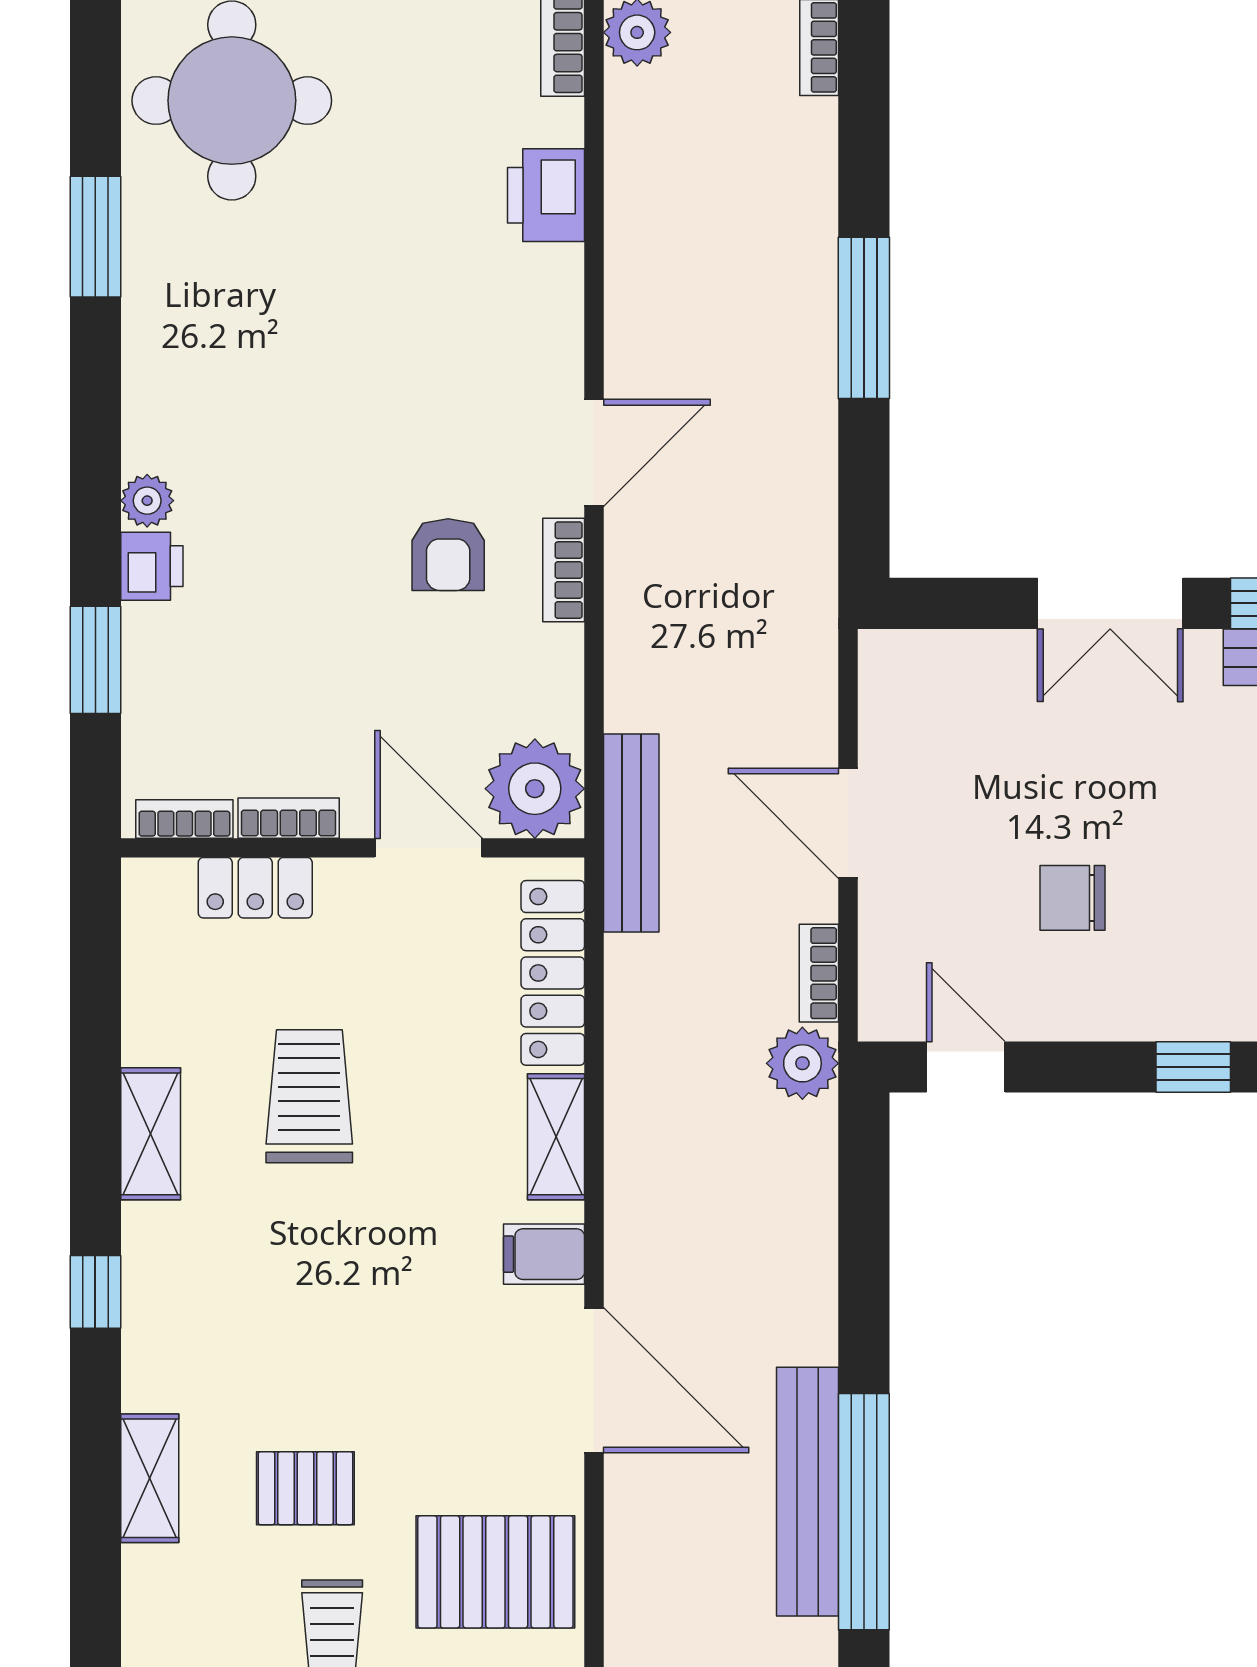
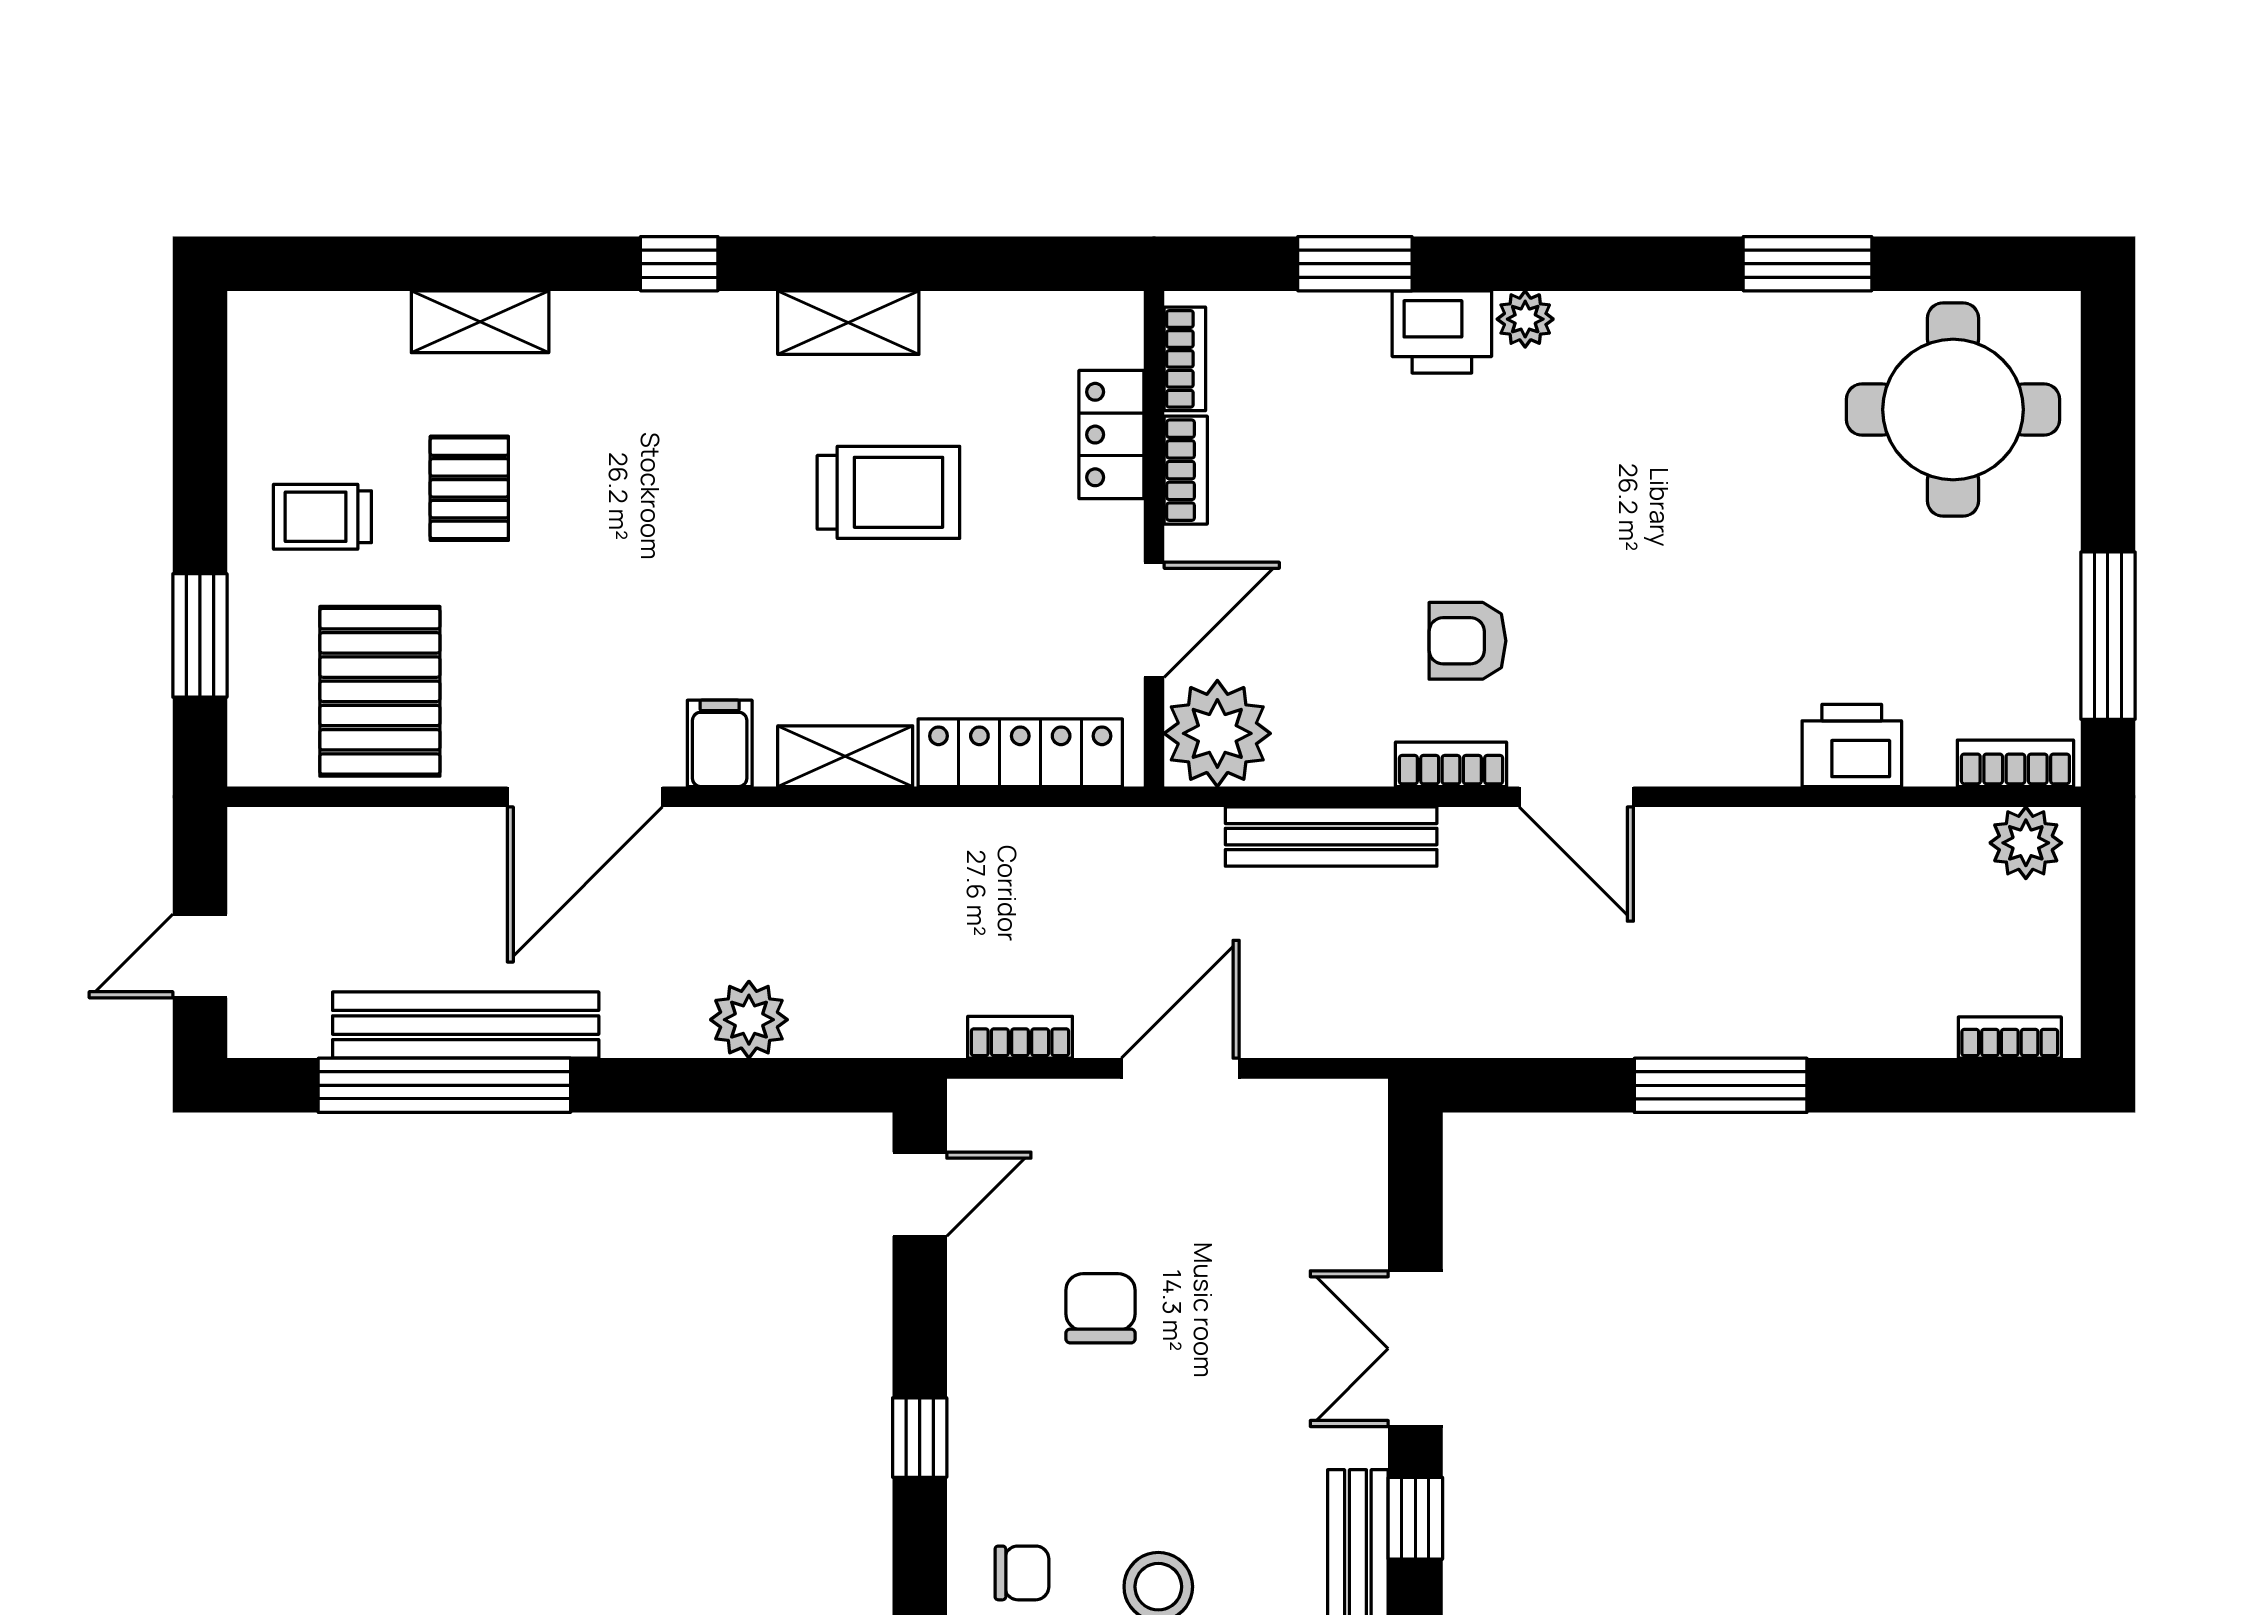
printer: (152, 566) -> (1442, 332), width x1.36, depth x1.24
bench: (631, 833) -> (1331, 837), moved
plant: (802, 1063) -> (749, 1020), moved

